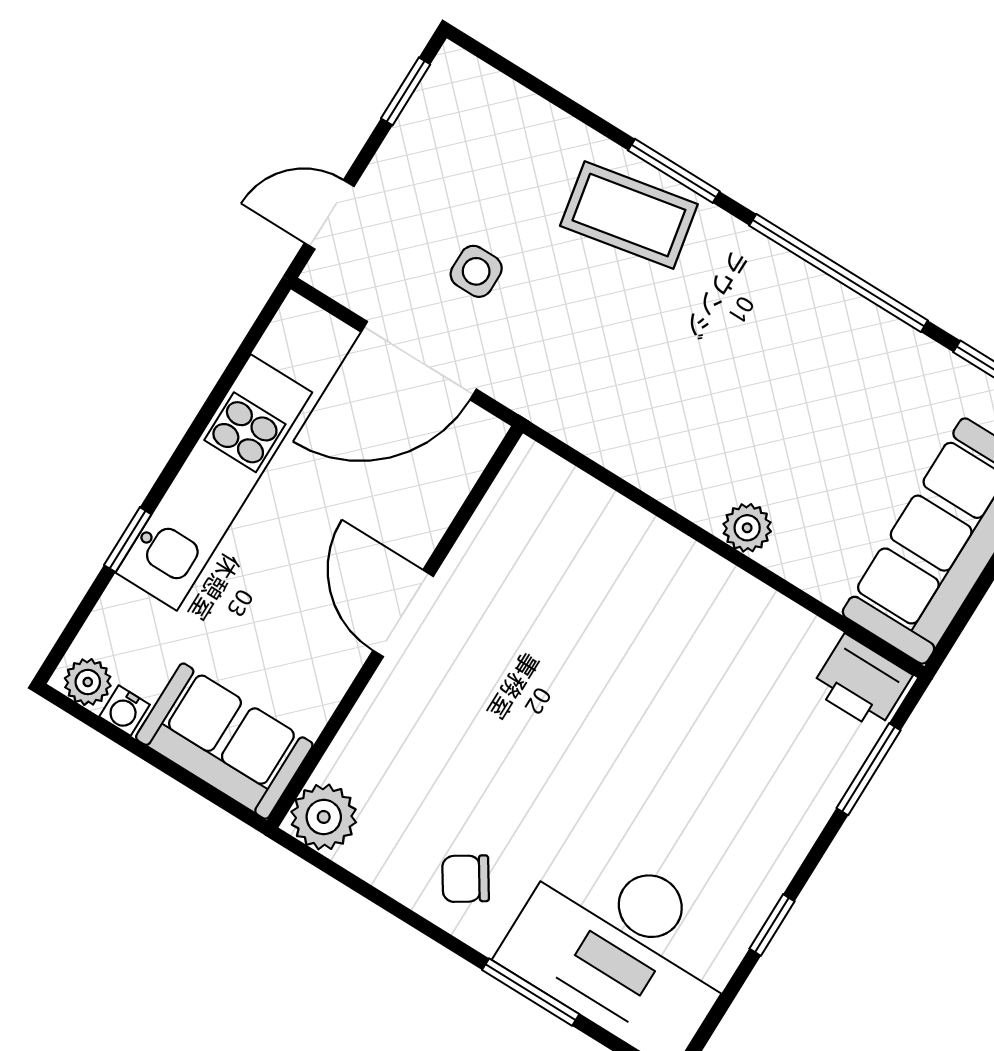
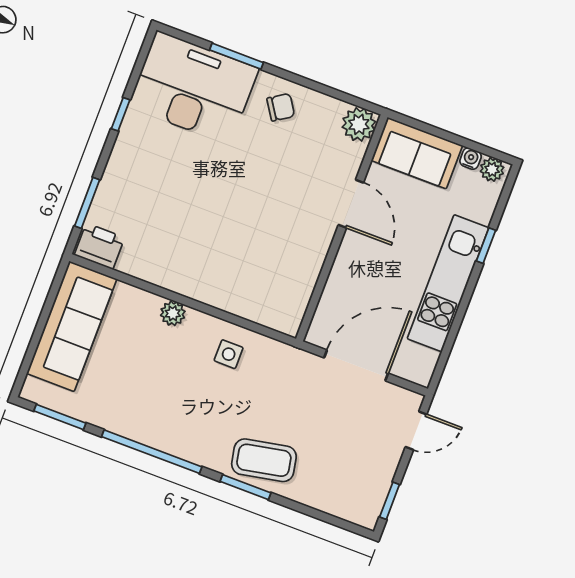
side table: (476, 271) -> (229, 354), moved
door: (403, 613) -> (351, 204), moved

